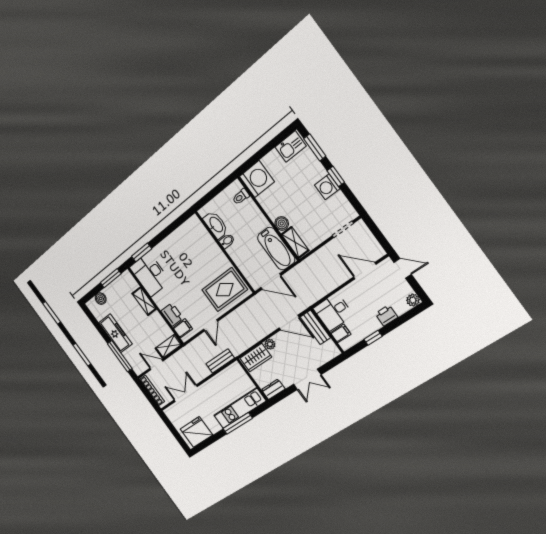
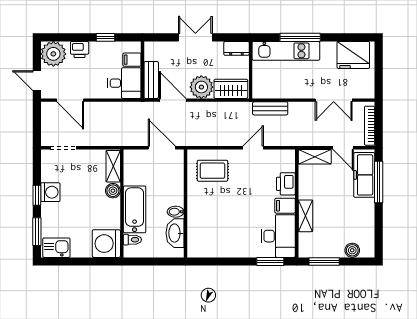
bathtub: (276, 249) -> (135, 209), moved
rug: (225, 290) -> (212, 171), width x0.73, depth x0.70
plant: (413, 300) -> (53, 54), width x1.87, depth x1.87
filing cabinet: (183, 328) -> (285, 206), moved
freezer: (115, 333) -> (364, 175), moved
plant: (270, 344) -> (201, 87), width x1.88, depth x1.88

